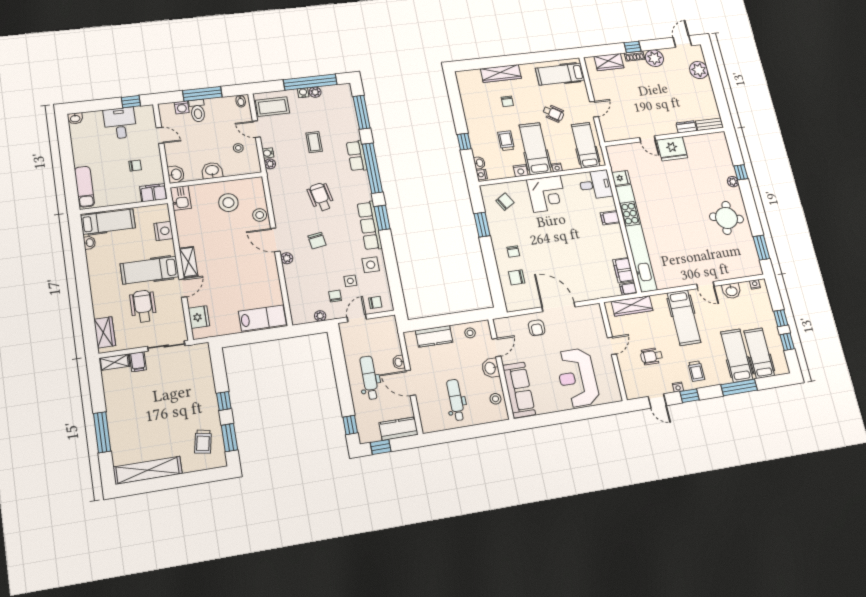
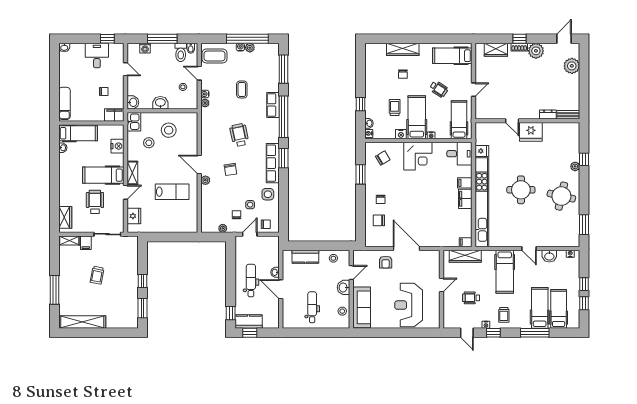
toilet: (198, 111) -> (181, 52), moved
stool: (260, 215) -> (149, 143), moved
round table: (678, 217) -> (521, 190), added
filing cabinet: (623, 270) -> (465, 199), moved
lab bench: (262, 318) -> (172, 192), moved
kitchen counter: (399, 429) -> (249, 322), moved
trolley: (203, 442) -> (97, 275), moved

